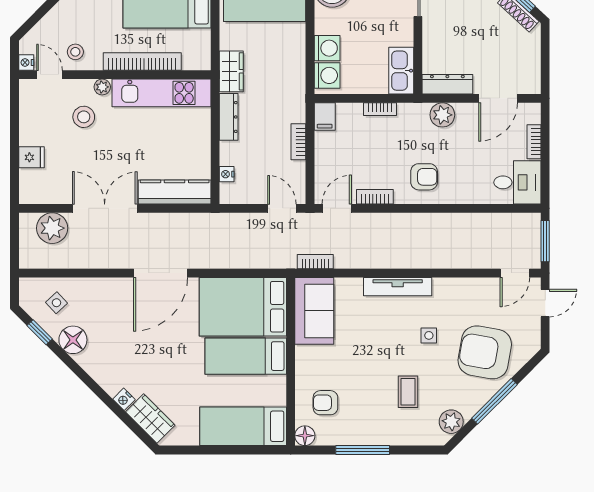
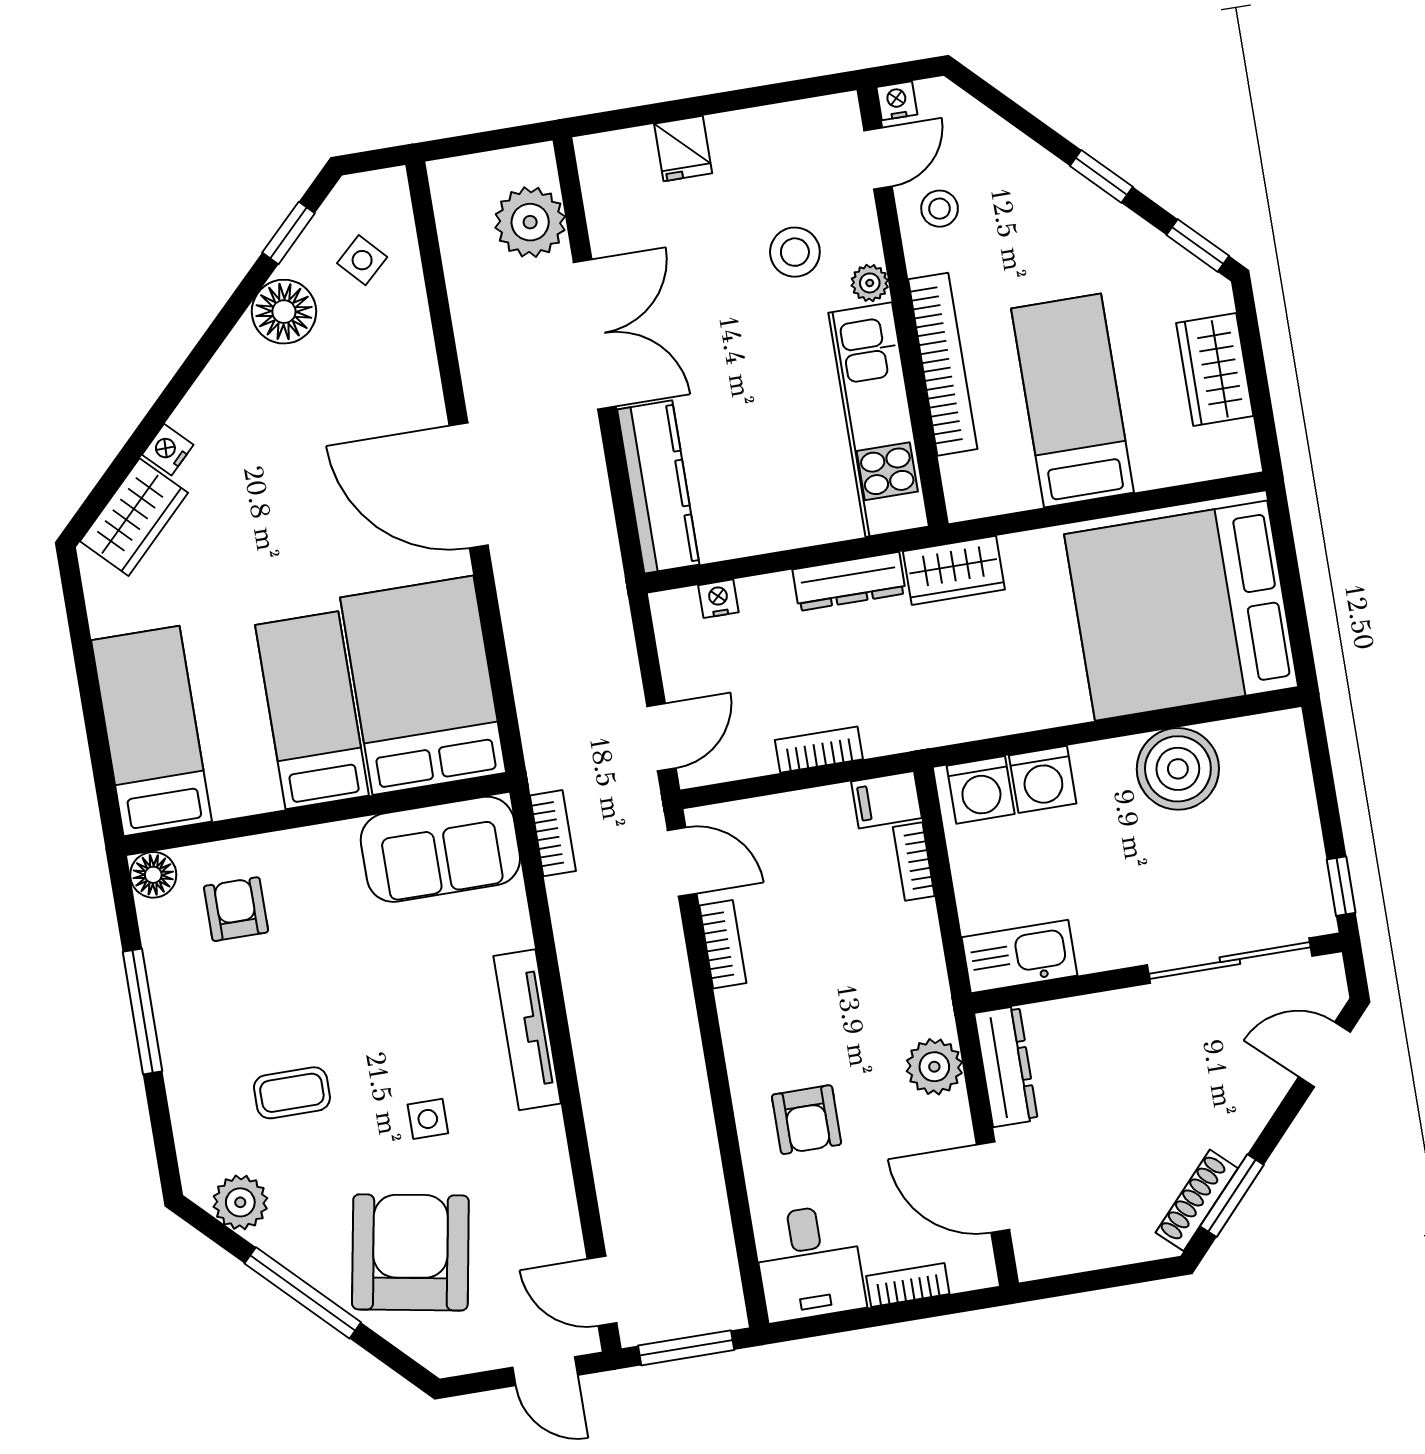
bookcase: (380, 109) -> (914, 862), moved
armchair: (424, 177) -> (807, 1120), moved

